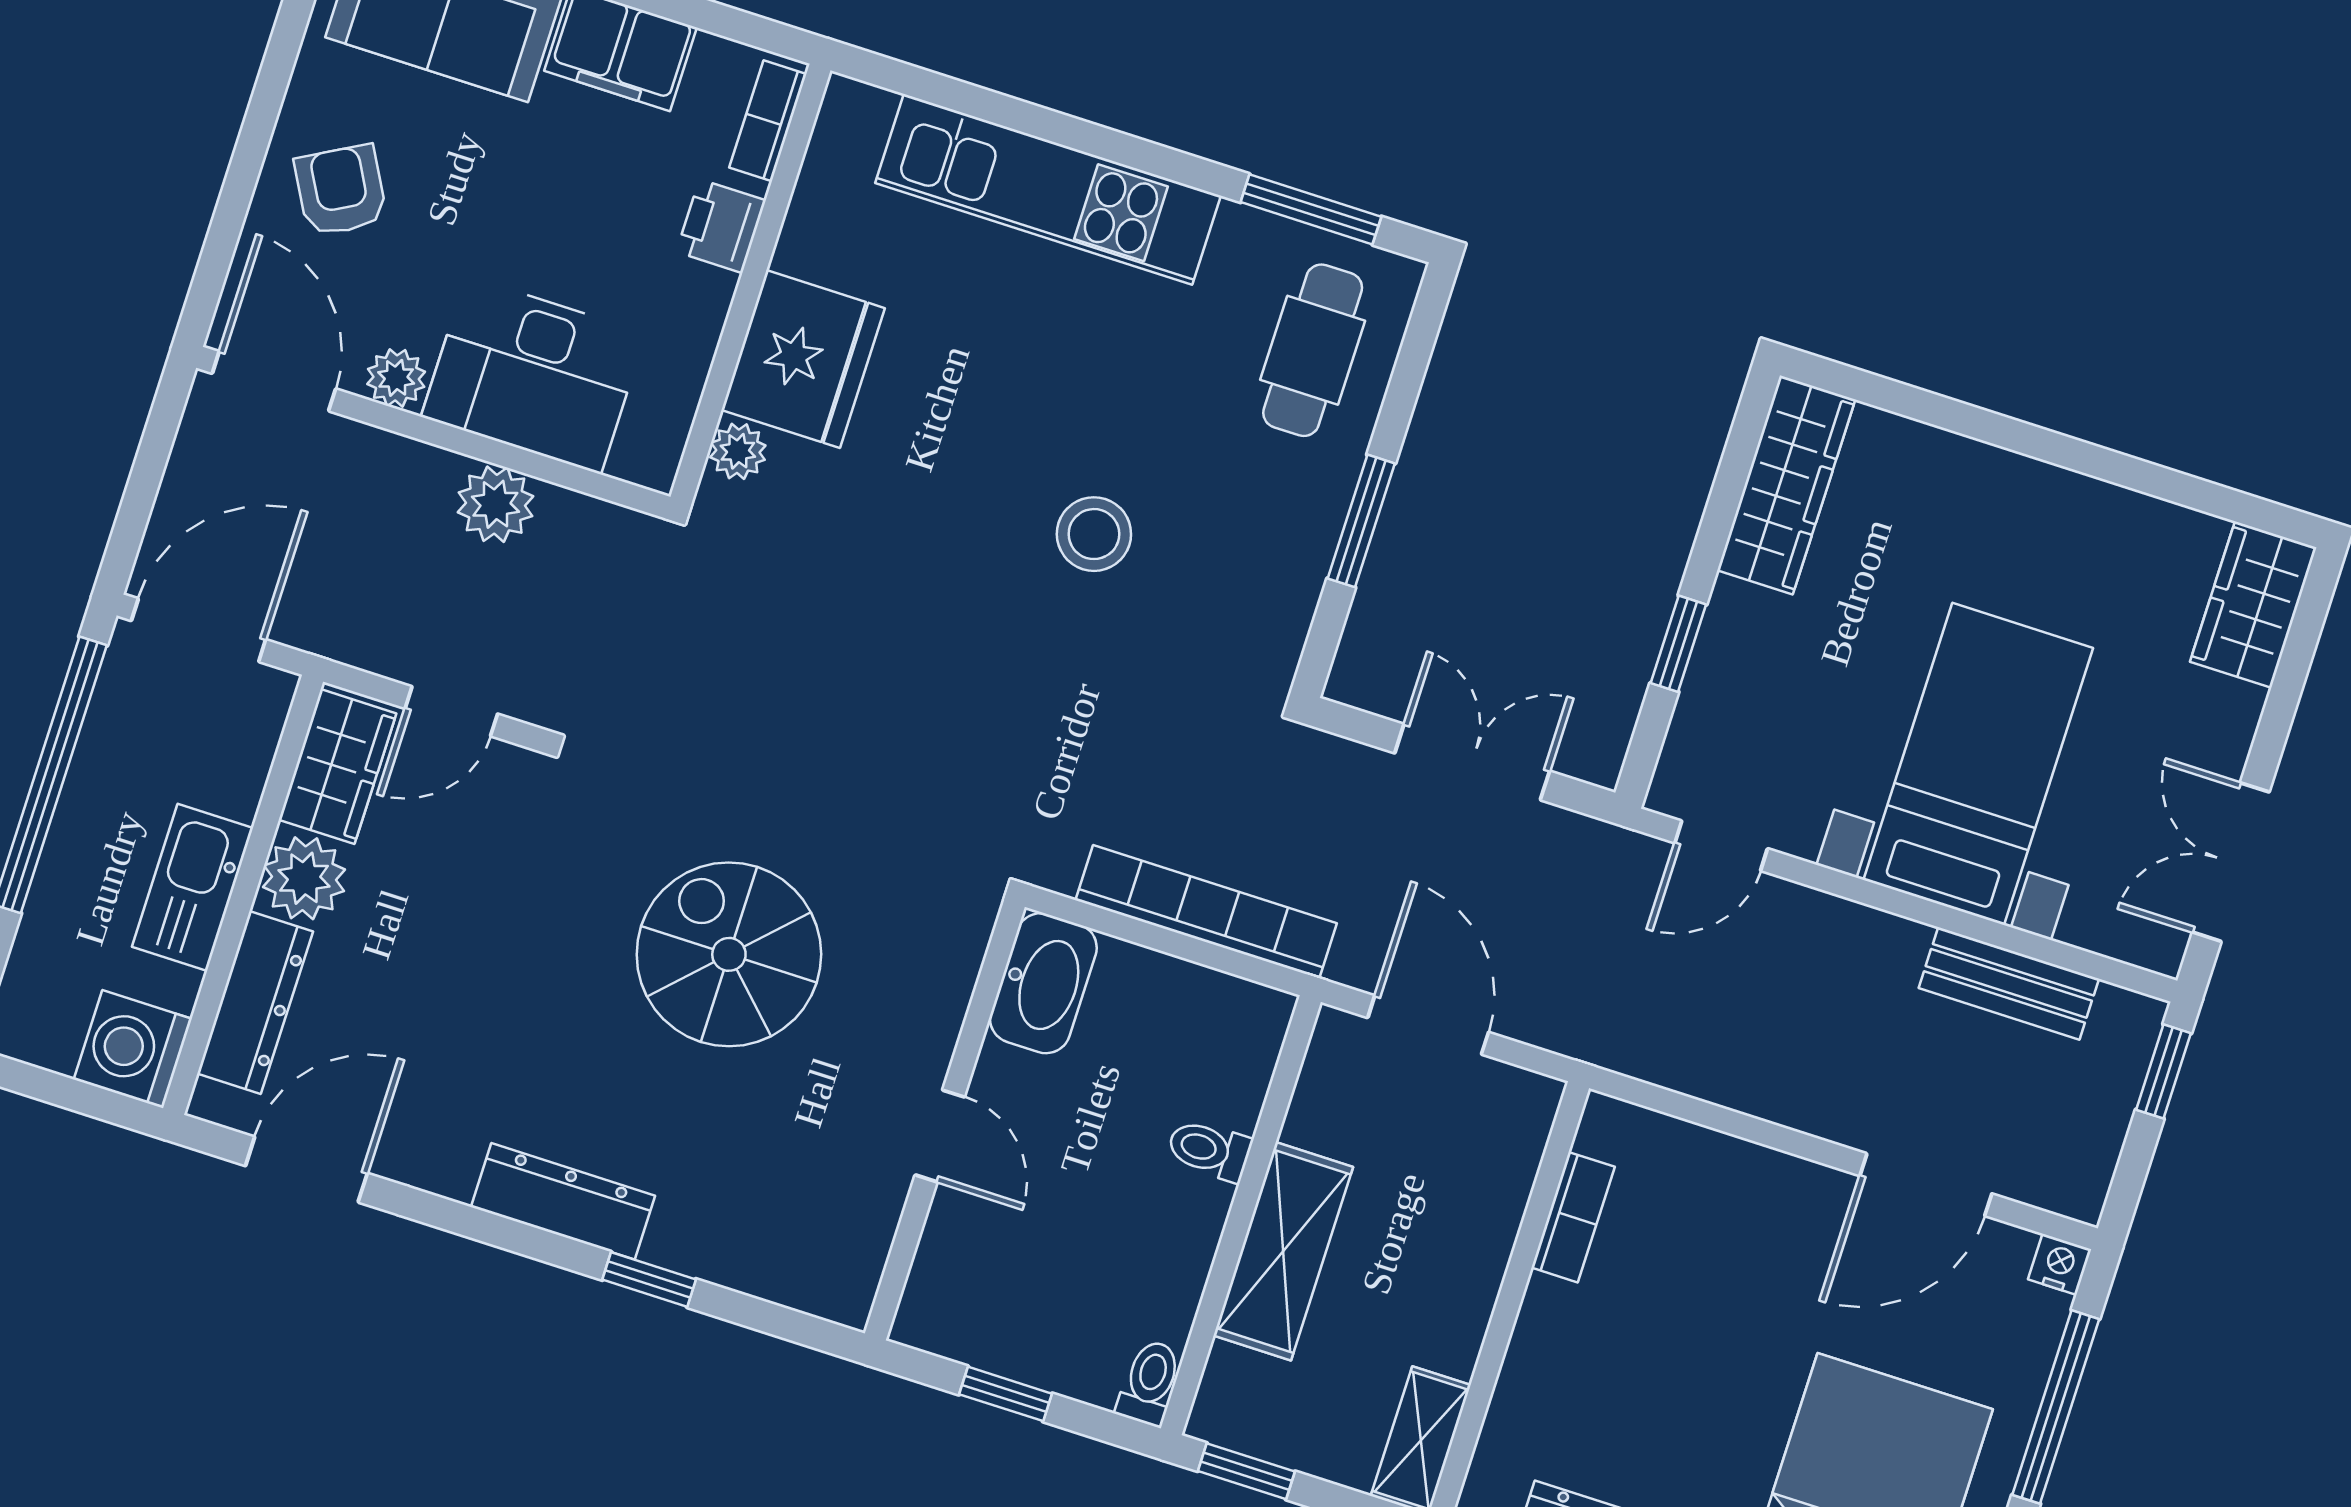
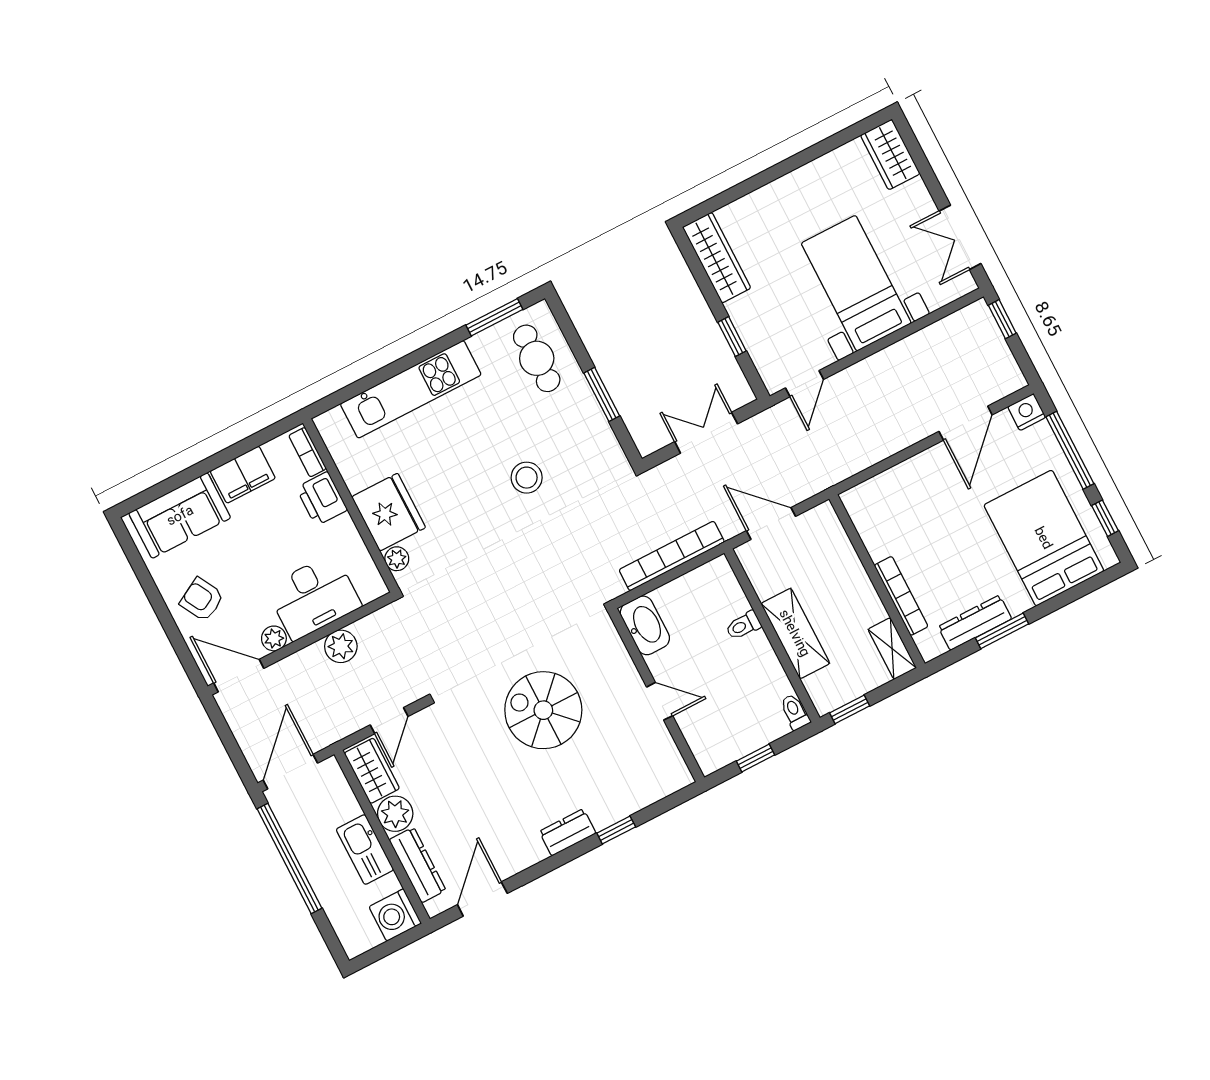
printer: (721, 226) -> (322, 499), width x1.36, depth x1.24
bench: (2009, 983) -> (930, 339), removed
dresser: (563, 1201) -> (568, 832), width x0.70
bookcase: (1573, 1217) -> (901, 596), moved, width x1.56
nightstand: (2060, 1264) -> (1027, 412), width x1.39, depth x1.35

